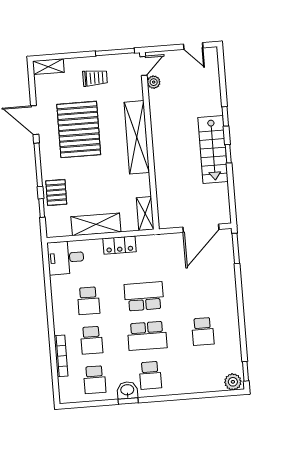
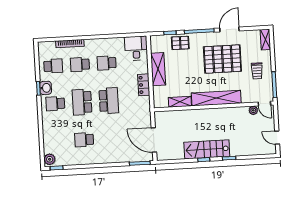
door: (193, 46) -> (277, 138), hinge flipped
shelving: (145, 214) -> (180, 102), moved
school desk: (95, 380) -> (53, 66), turned 180

